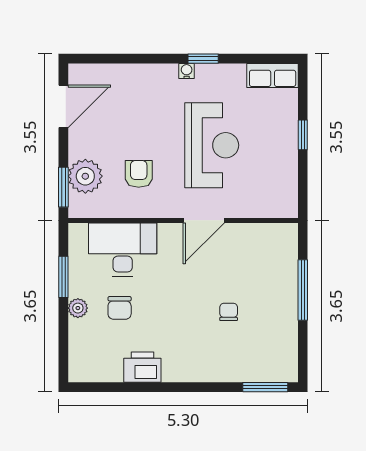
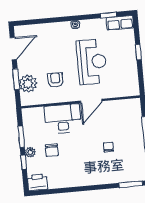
window: (203, 59) -> (108, 15), moved
window: (63, 187) -> (16, 79), moved
desk: (123, 250) -> (63, 119), moved
window: (63, 326) -> (24, 162), added
printer: (142, 367) -> (38, 182), moved

